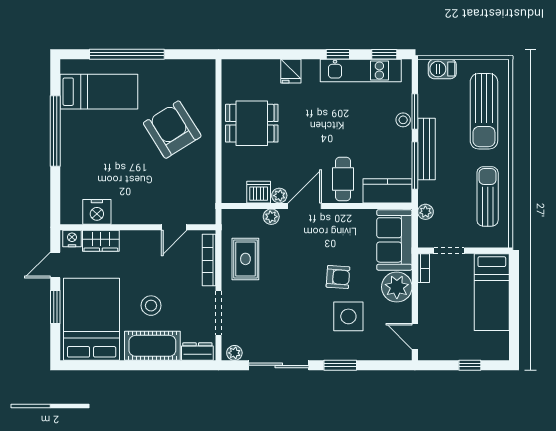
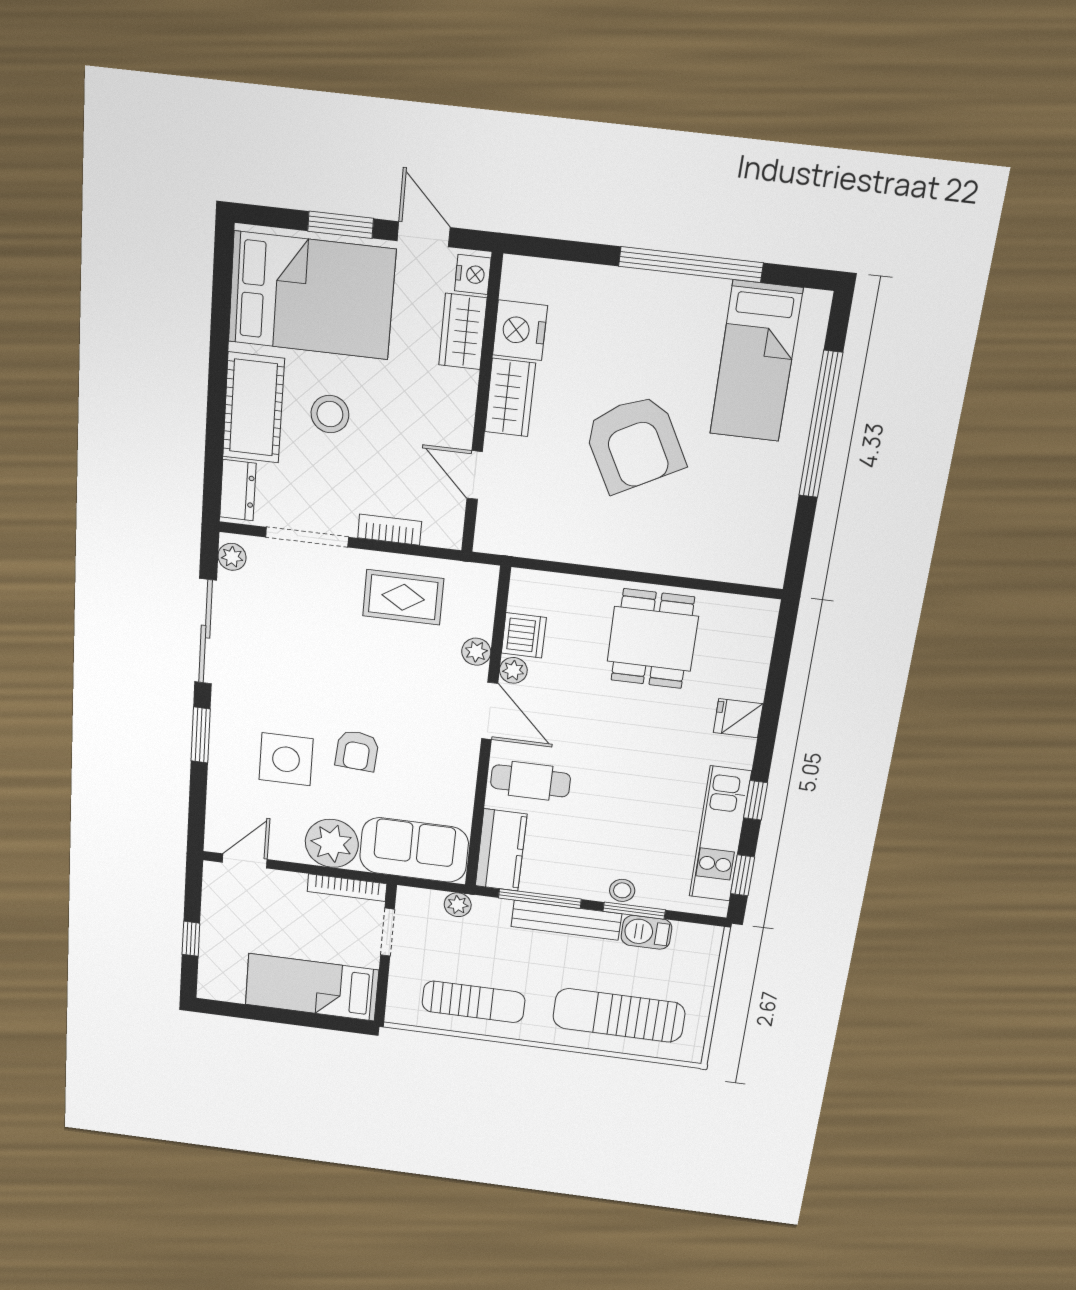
barbecue: (442, 69) -> (646, 932), moved, turned -90
armchair: (172, 130) -> (634, 444), moved, turned 94
wardrobe: (132, 213) -> (510, 398), added
bookcase: (209, 260) -> (390, 530), width x0.64
bookcase: (424, 268) -> (347, 888), width x1.56

